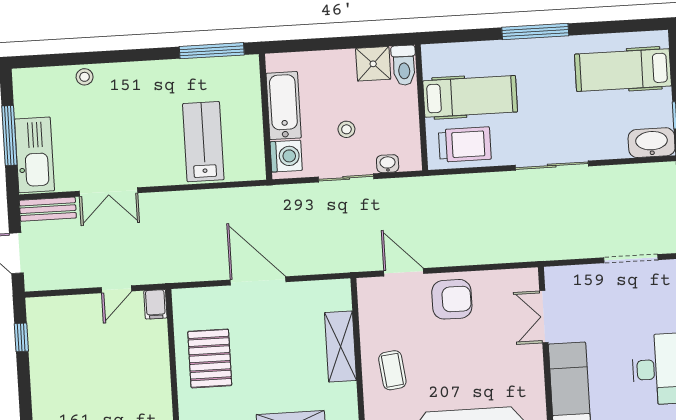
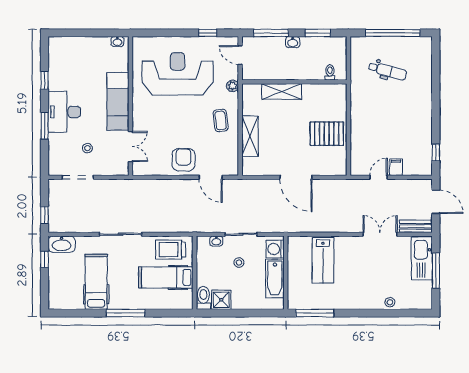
hospital bed: (623, 70) -> (96, 282), moved, turned -90
armchair: (452, 299) -> (183, 160), turned 90
filing cabinet: (155, 304) -> (396, 167), moved
stool: (617, 309) -> (87, 148), added
pallet: (210, 358) -> (327, 134), turned 90

